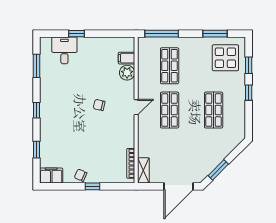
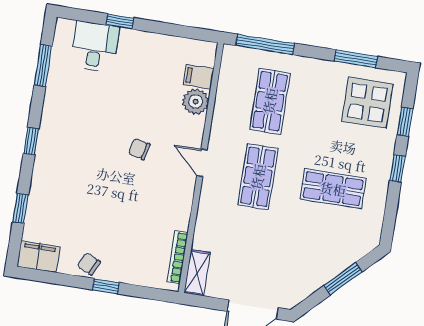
door: (136, 107) -> (202, 163), swing flipped
shop shelf: (214, 110) -> (333, 189), turned 90
window: (218, 170) -> (343, 279), moved

